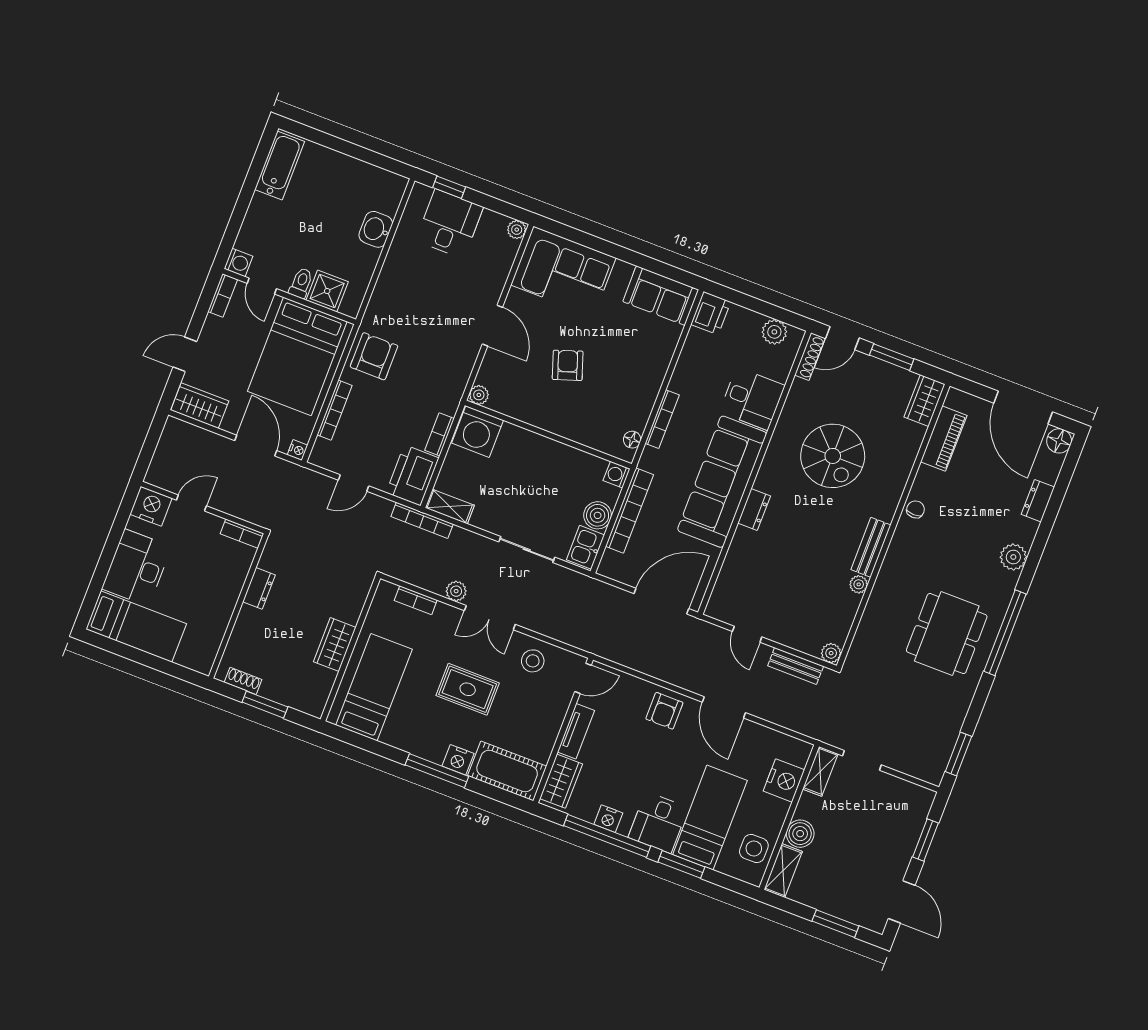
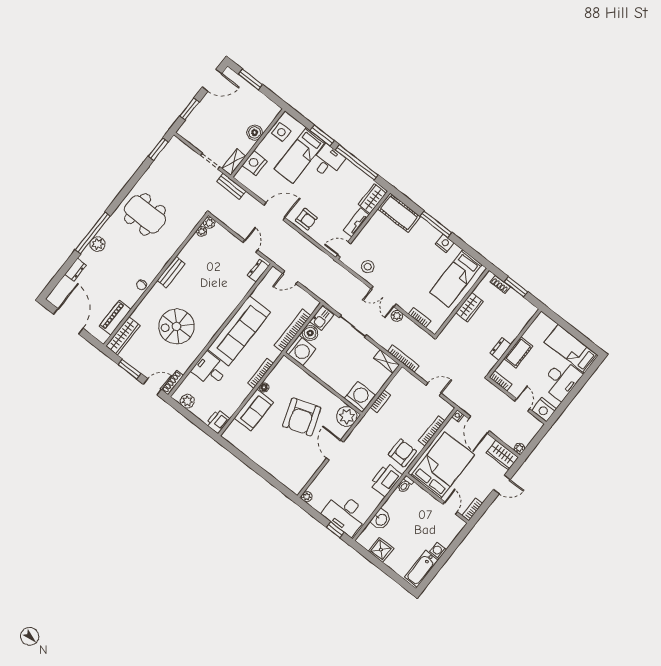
desk: (449, 224) -> (345, 514), width x1.37
washing machine: (238, 263) -> (438, 551), moved
corner sofa: (563, 271) -> (289, 467), removed
toilet: (301, 283) -> (405, 485), moved
shower: (327, 291) -> (381, 550), moved
sofa: (661, 296) -> (254, 410), moved, turned 90
armchair: (374, 356) -> (402, 453), turned 180
armchair: (568, 365) -> (302, 417), width x1.88, depth x1.88
plant: (479, 395) -> (347, 416), width x1.87, depth x1.87
wardrobe: (925, 401) -> (123, 336), width x1.50
plant: (173, 426) -> (519, 448), added
floor lamp: (632, 440) -> (264, 387), moved
floor lamp: (1059, 441) -> (55, 298), removed
spiral stairs: (833, 456) -> (177, 326), turned -90
printer: (412, 475) -> (386, 480), moved, turned 180
washing machine: (617, 475) -> (301, 351), width x1.89, depth x1.89
door: (191, 503) -> (522, 405), swing flipped
dresser: (754, 510) -> (258, 271), moved
plant: (859, 584) -> (202, 231), moved
cot: (226, 592) -> (518, 352), added
door: (661, 601) -> (290, 277), width x0.53
double door: (490, 618) -> (383, 297), swing flipped
window: (1005, 633) -> (93, 233), moved
dining table: (947, 634) -> (145, 214), turned 90
bench: (796, 666) -> (231, 186), moved
shoe rack: (243, 681) -> (500, 284), moved
rug: (468, 689) -> (407, 262), removed
door: (724, 707) -> (274, 211), hinge flipped
armchair: (664, 711) -> (306, 219), turned 90
nightstand: (458, 760) -> (445, 243), moved
nightstand: (608, 819) -> (353, 171), removed
shelving: (783, 870) -> (269, 116), removed
door: (902, 902) -> (212, 80), swing flipped

